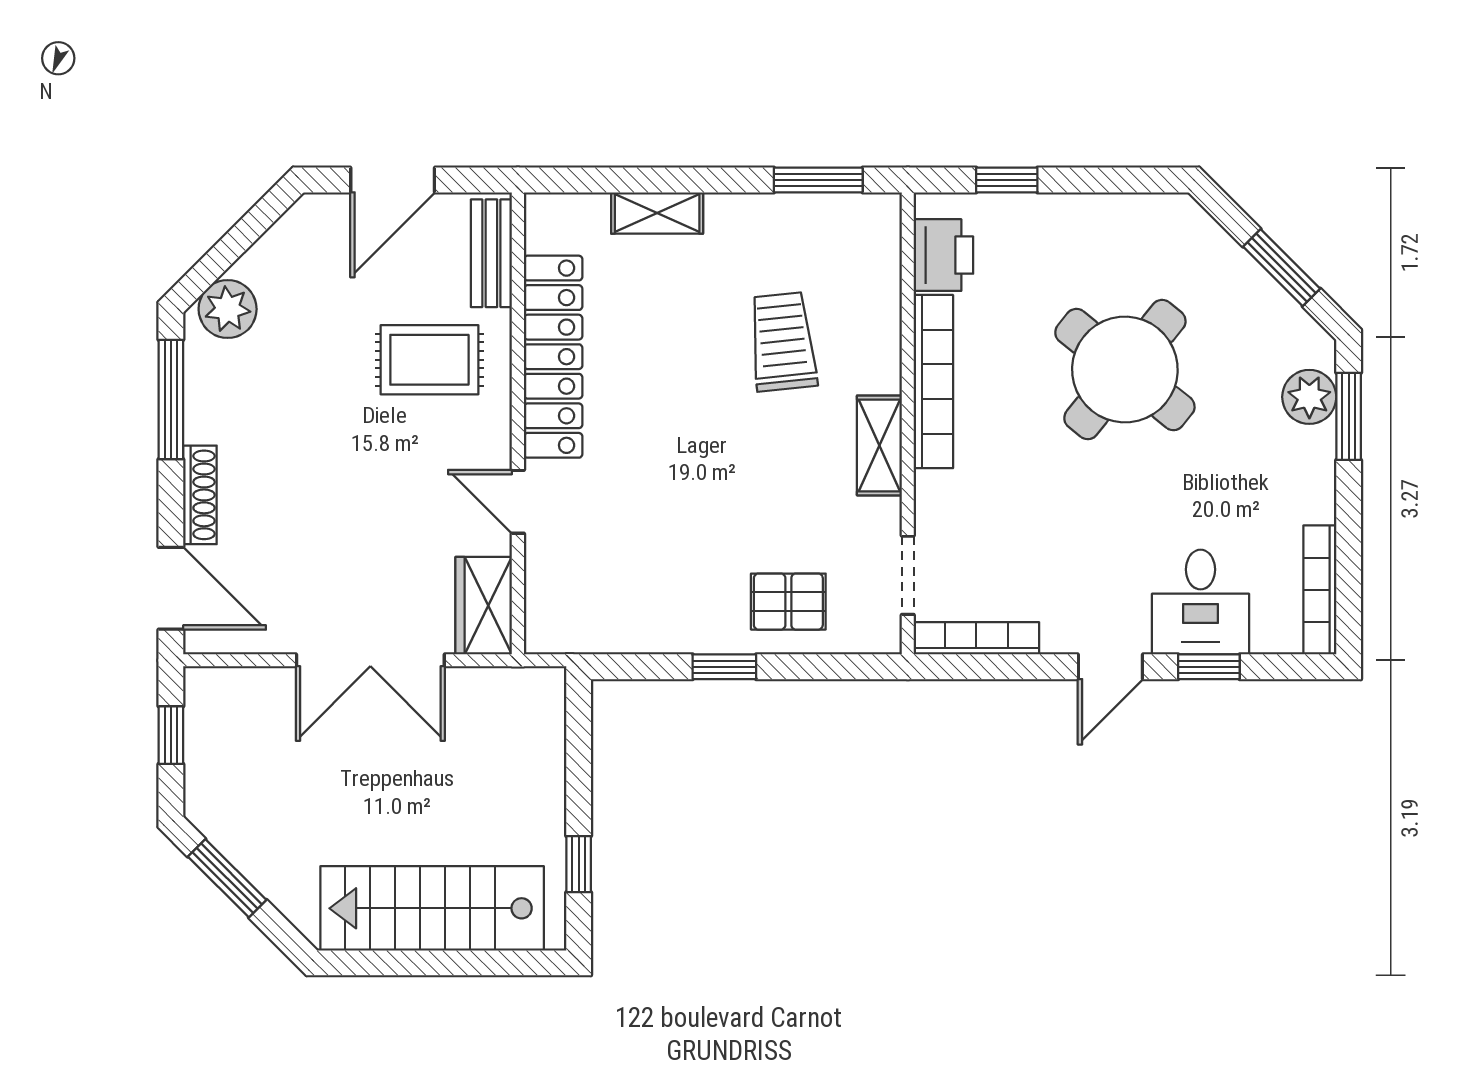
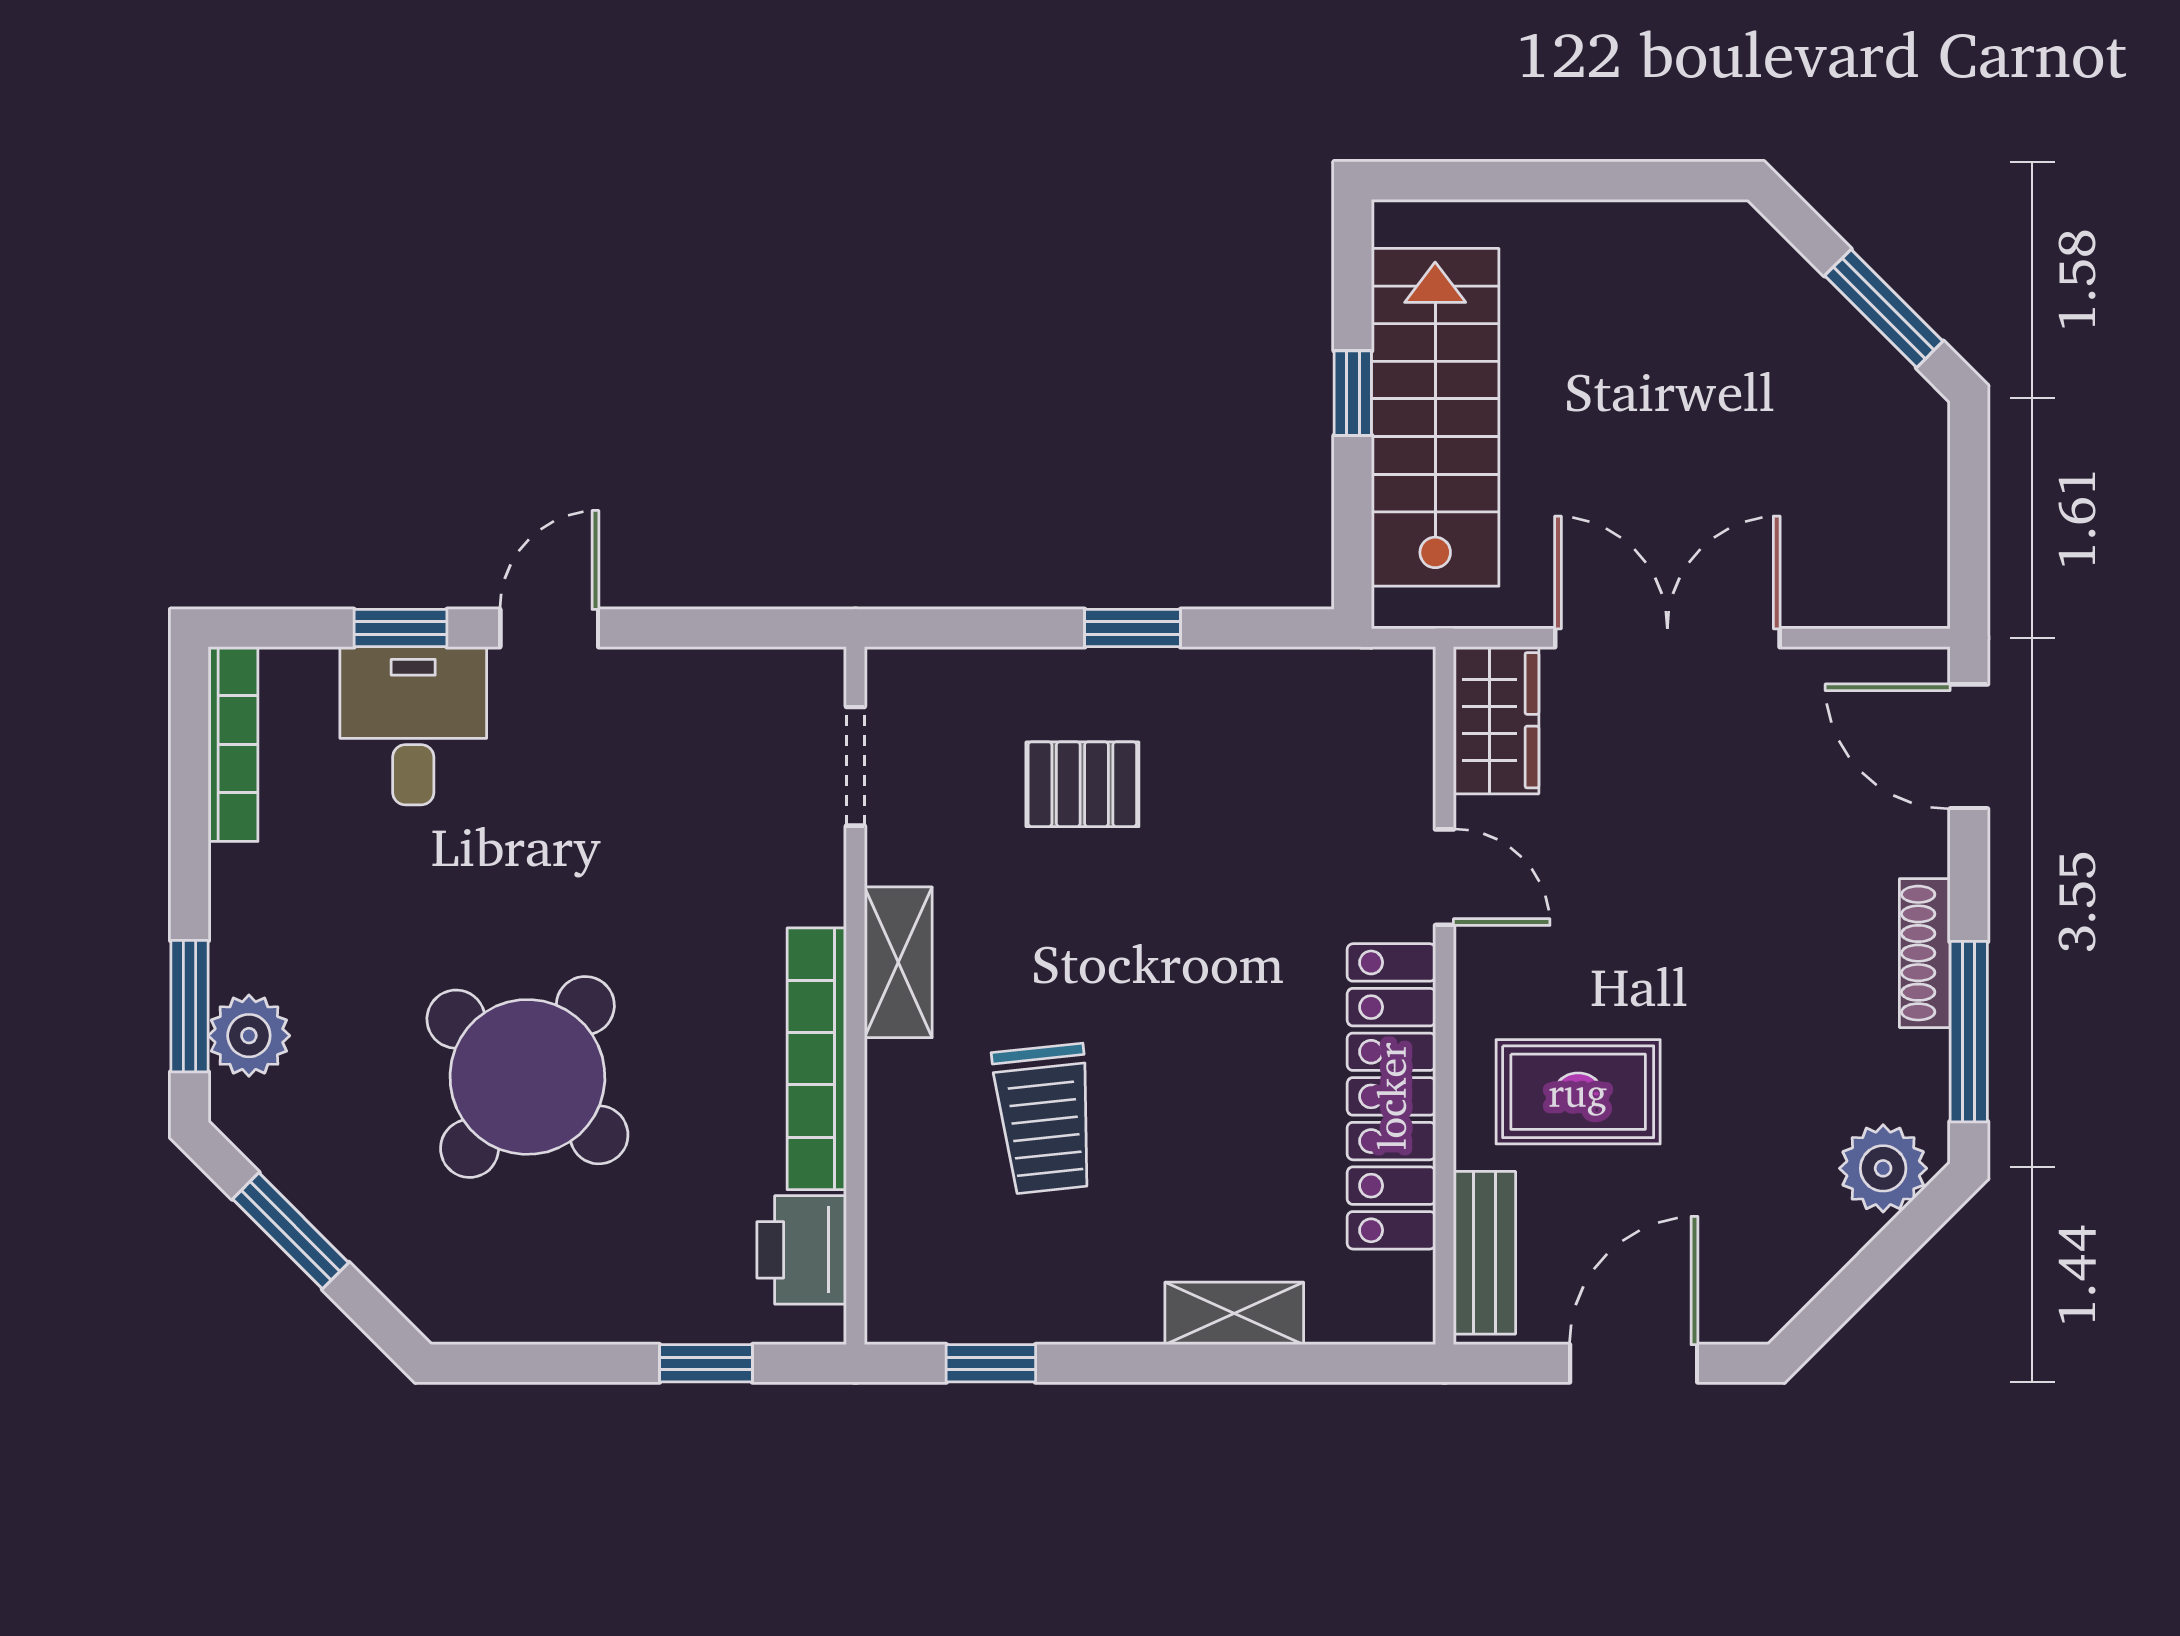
window: (818, 180) -> (991, 1363), width x0.67
shoe rack: (200, 495) -> (1925, 953), moved
pallet: (788, 602) -> (1082, 784), moved
bookcase: (976, 638) -> (752, 671), removed
window: (171, 735) -> (1969, 525), removed
window: (579, 864) -> (1353, 393), moved
stairs: (432, 908) -> (1435, 417), moved, turned -90

